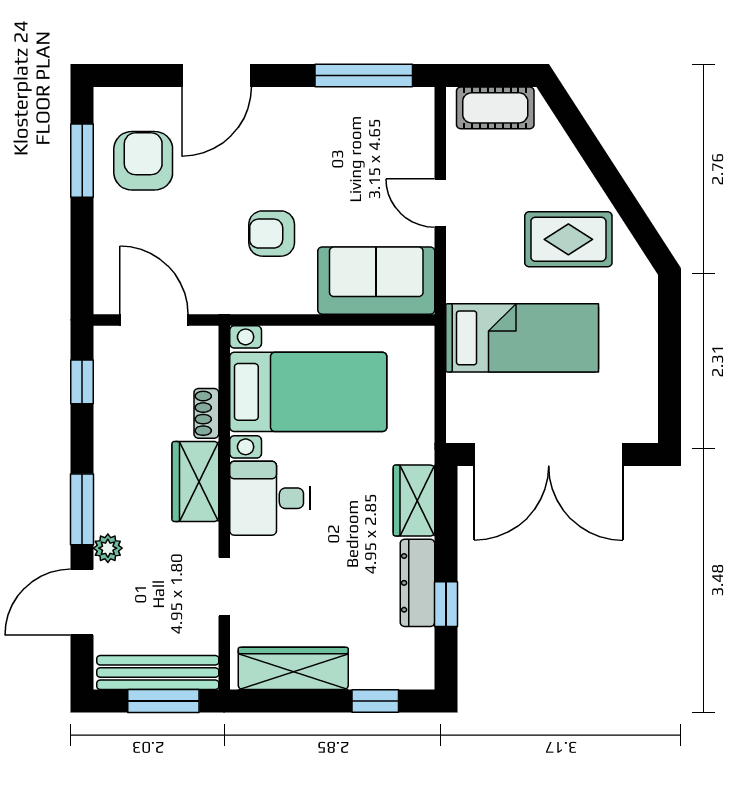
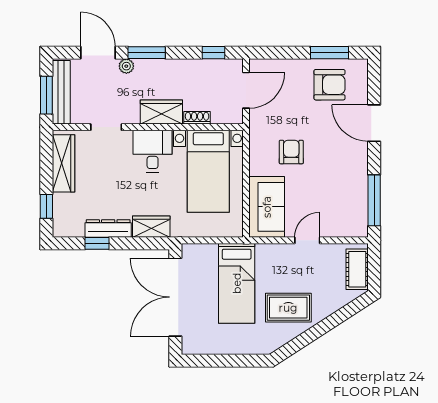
rug: (568, 239) -> (288, 308), turned 90

